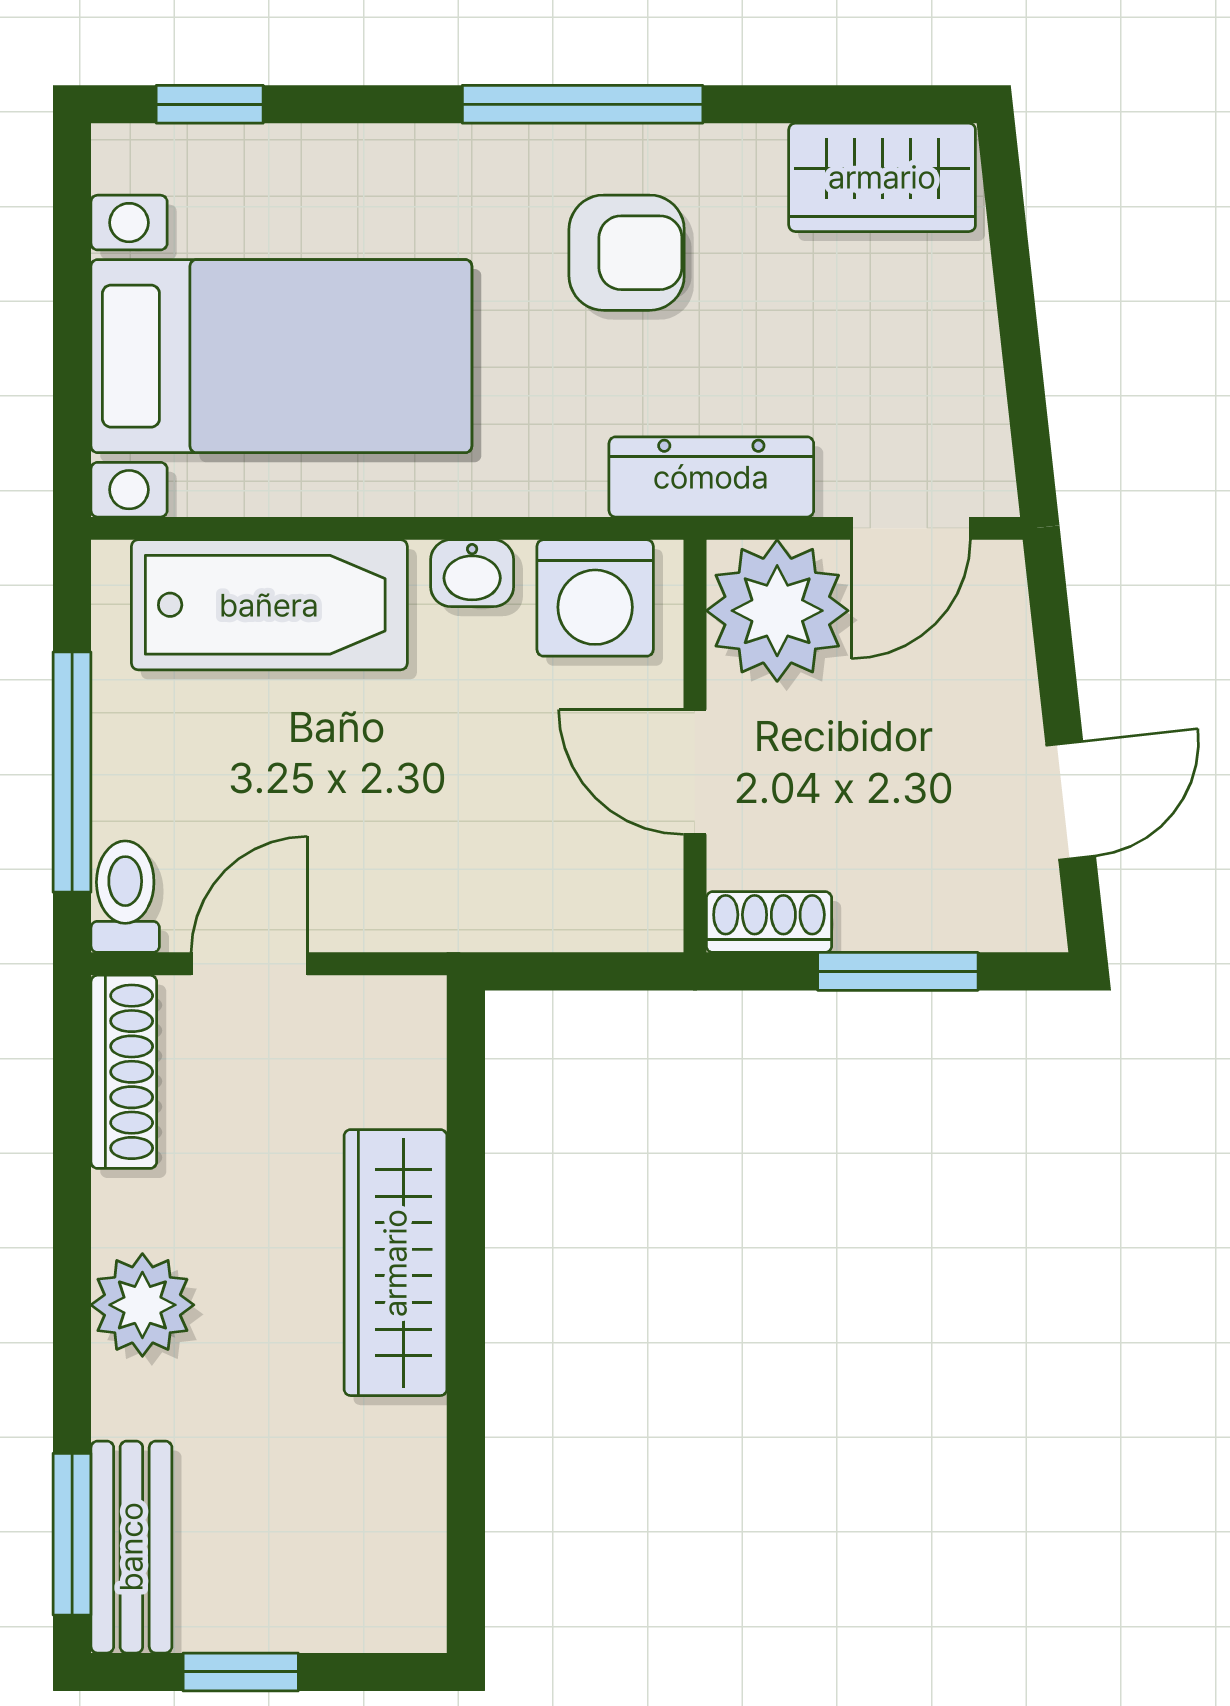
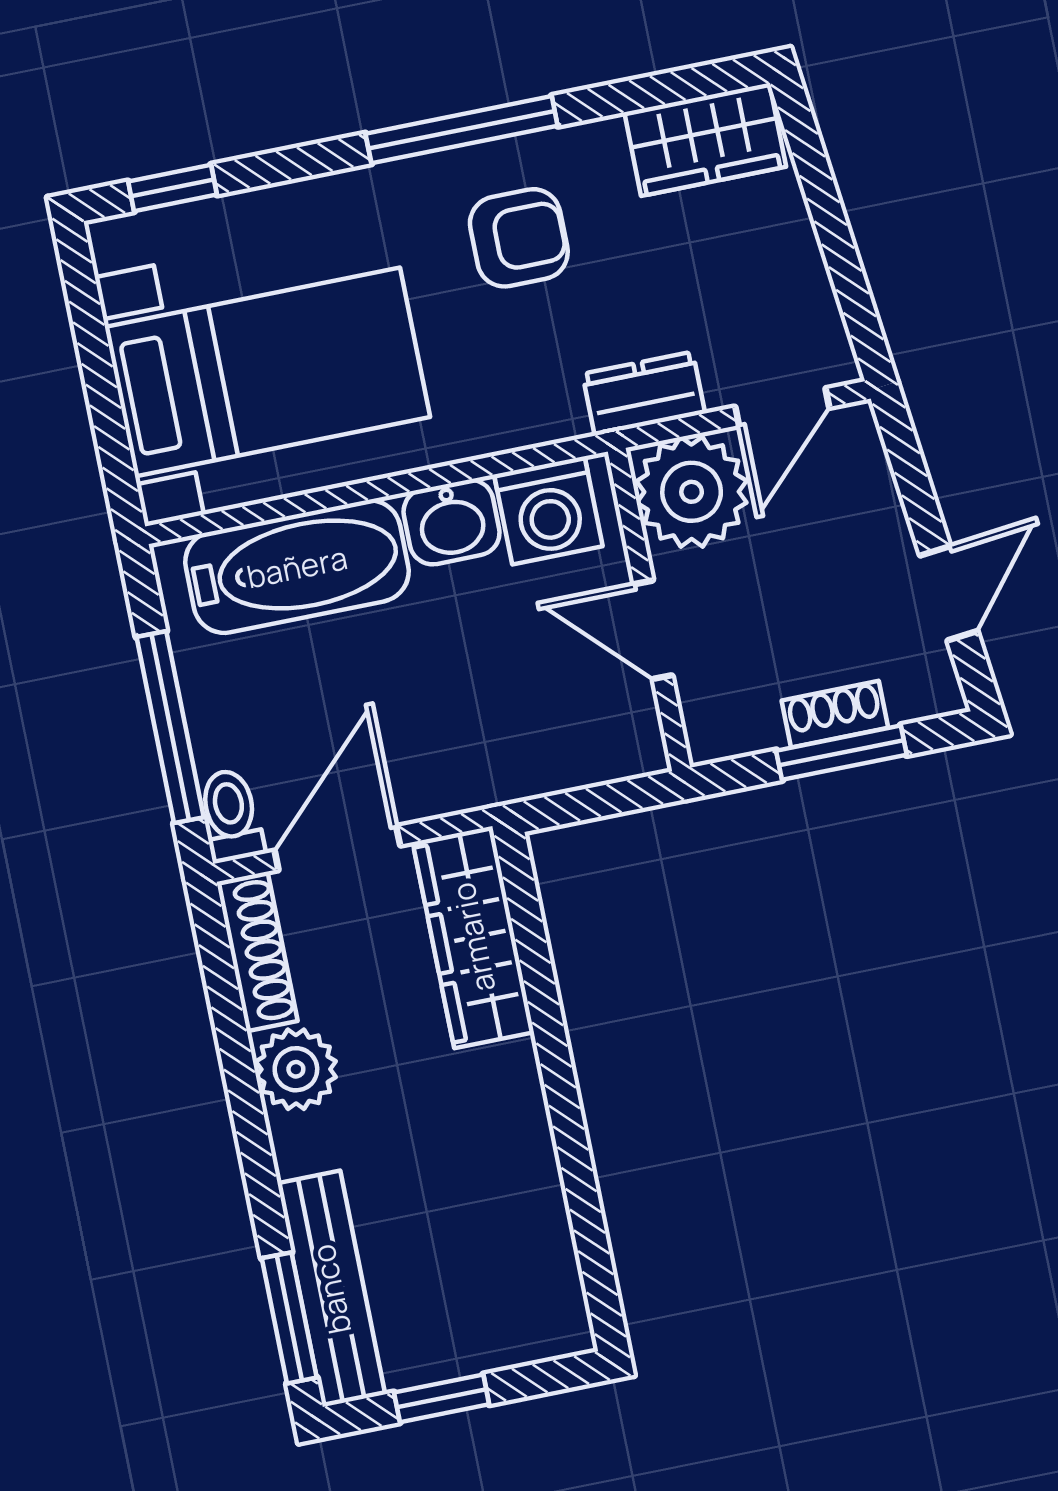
dresser: (711, 477) -> (644, 394), width x0.70
washbasin: (472, 573) -> (452, 522), width x1.38, depth x1.45
shoe rack: (769, 922) -> (835, 714), moved
door: (249, 964) -> (337, 848), width x1.38
wardrobe: (395, 1263) -> (473, 937), moved
plant: (142, 1305) -> (296, 1069), moved
bench: (131, 1547) -> (331, 1289), width x1.36

